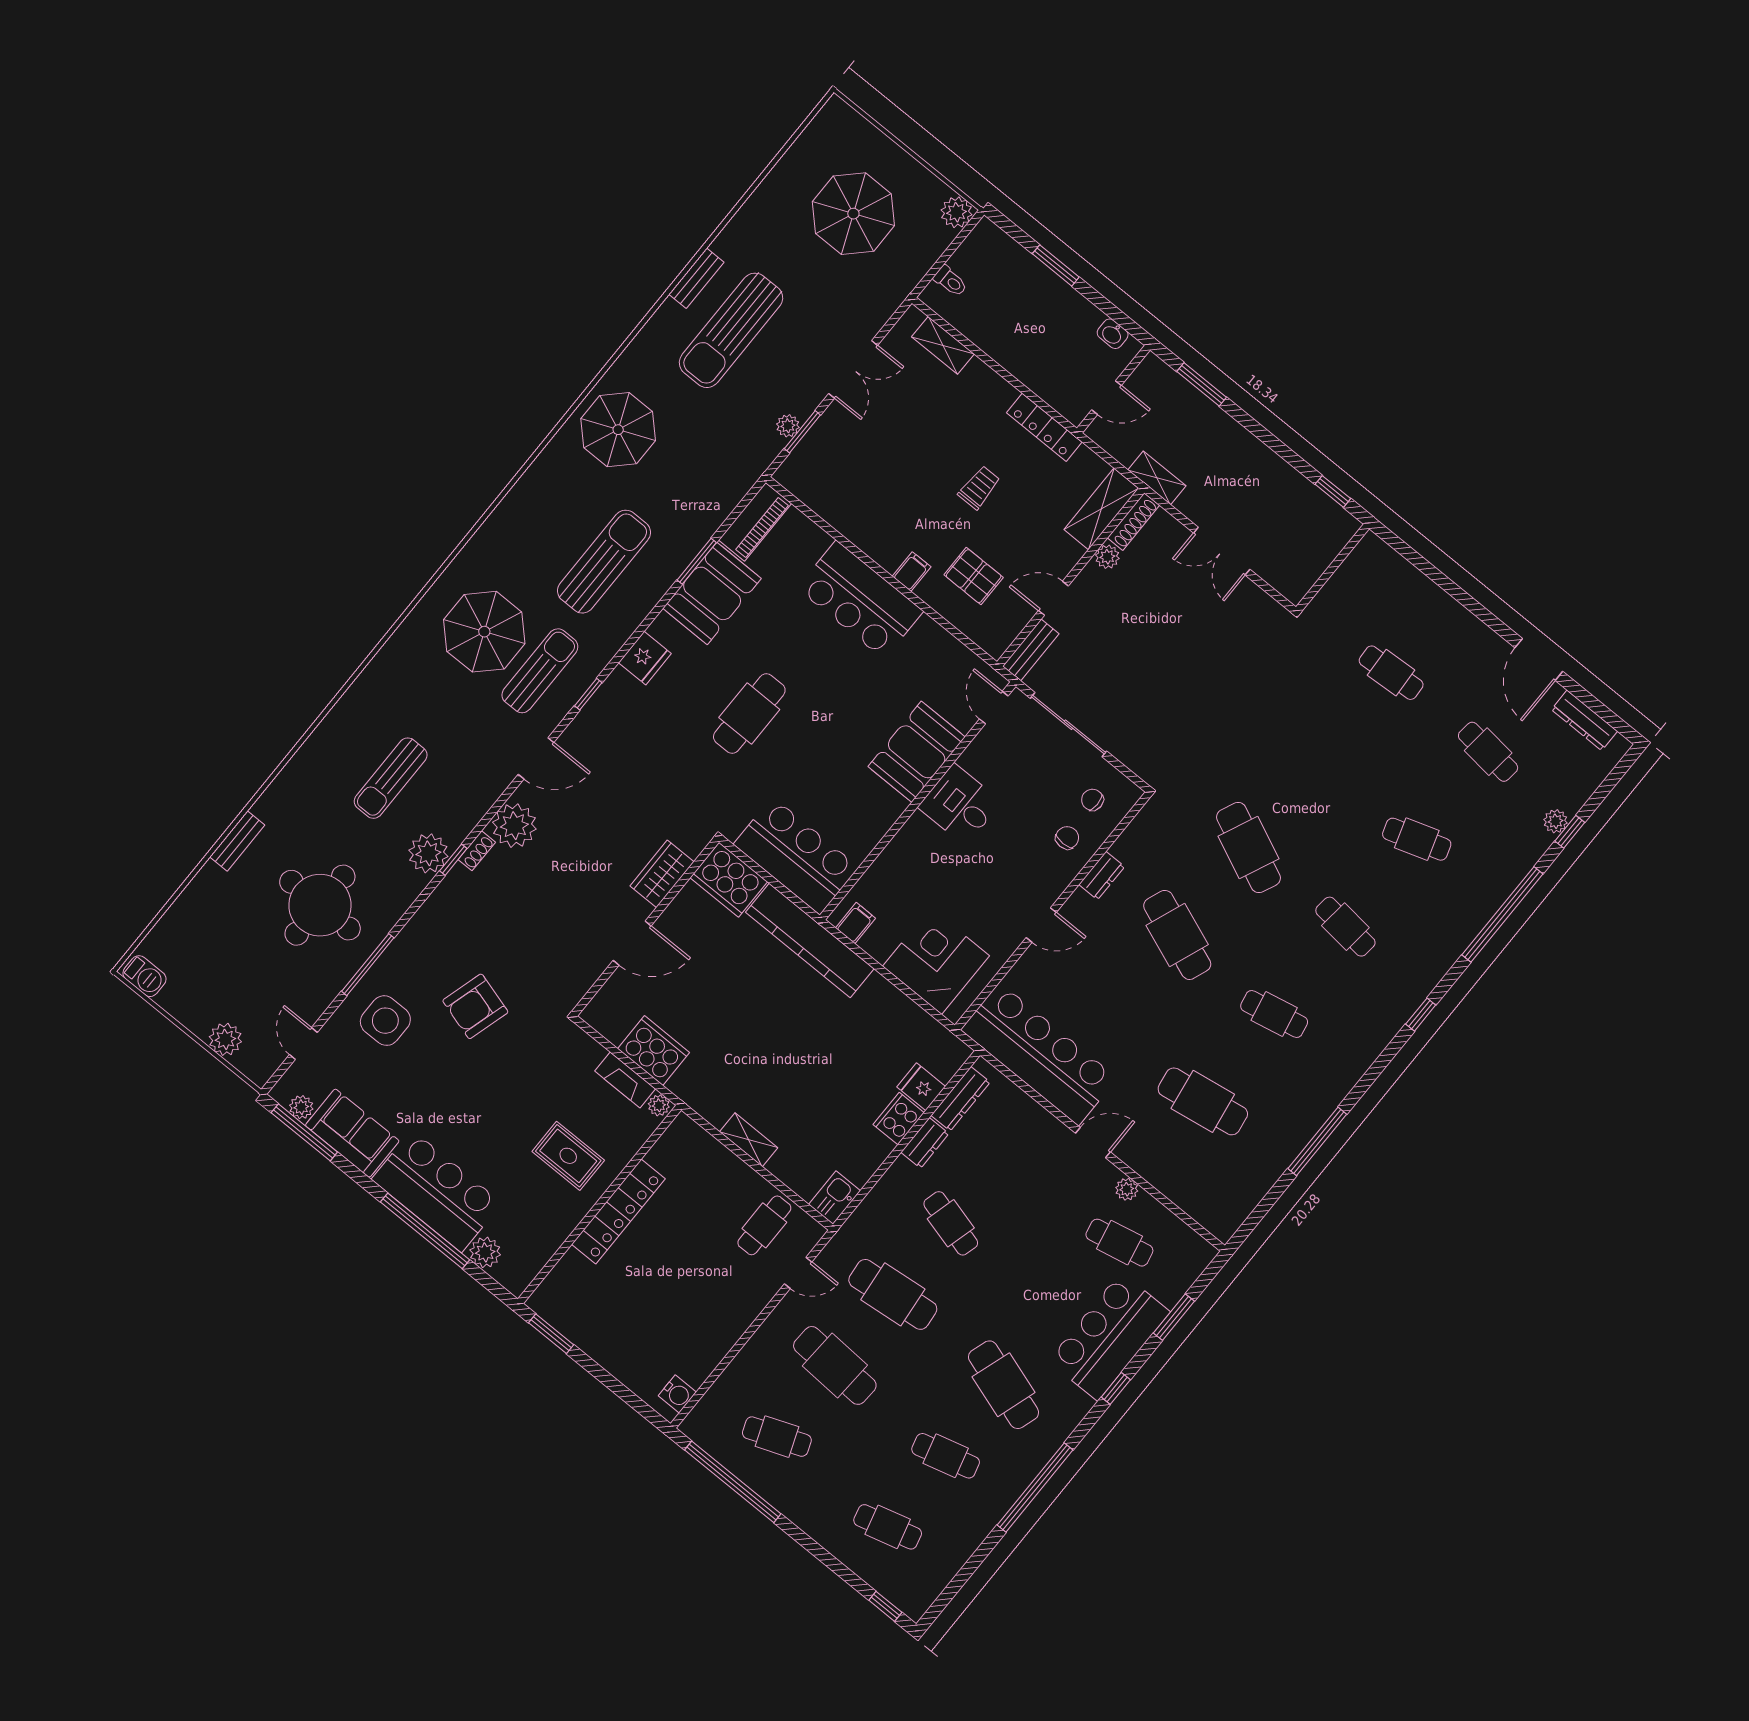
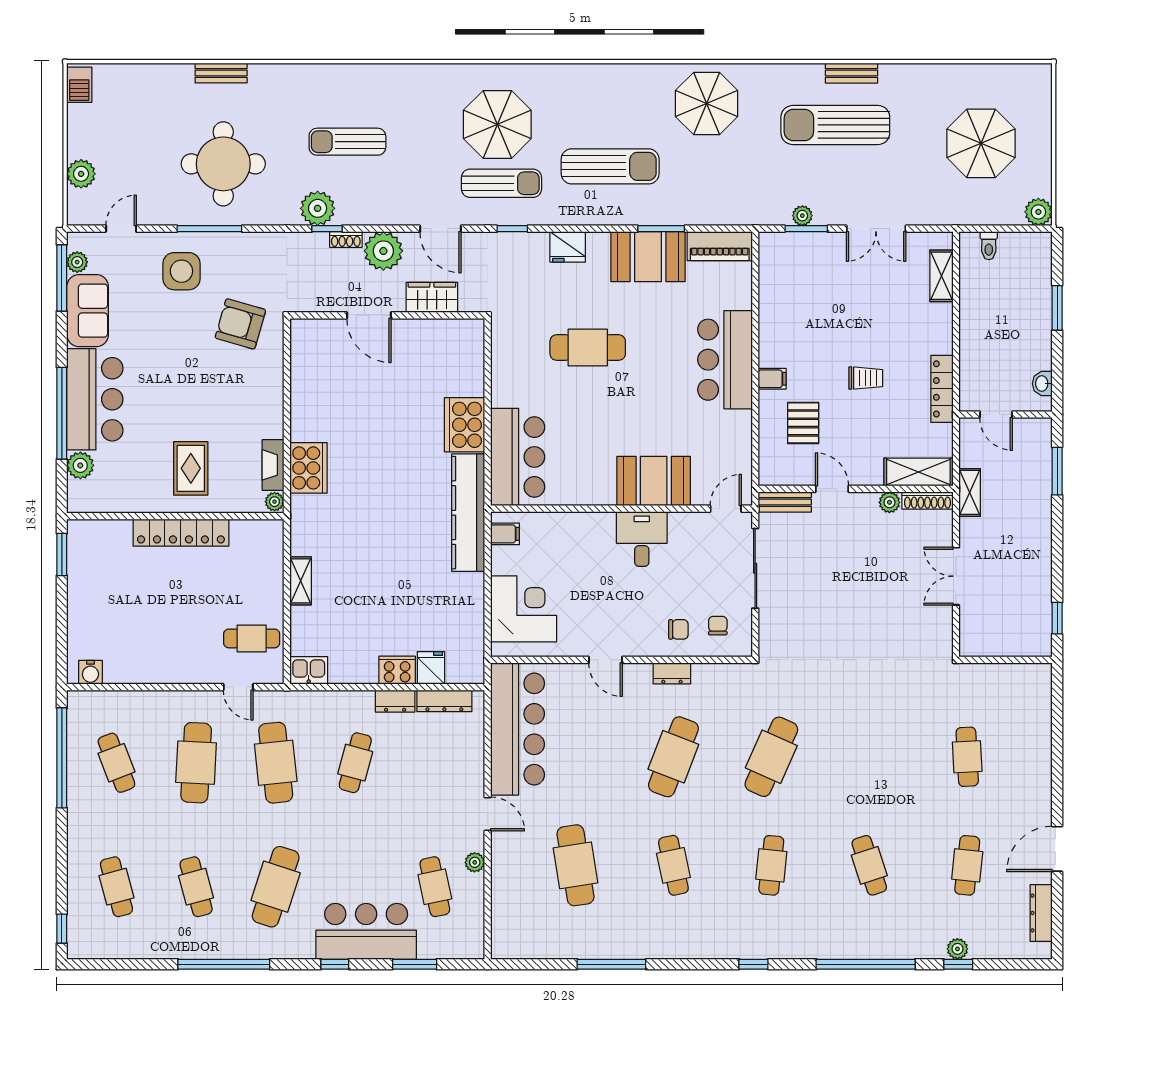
wardrobe: (662, 874) -> (432, 297), moved
wall: (645, 927) -> (387, 315), moved
door: (632, 943) -> (369, 315), moved

